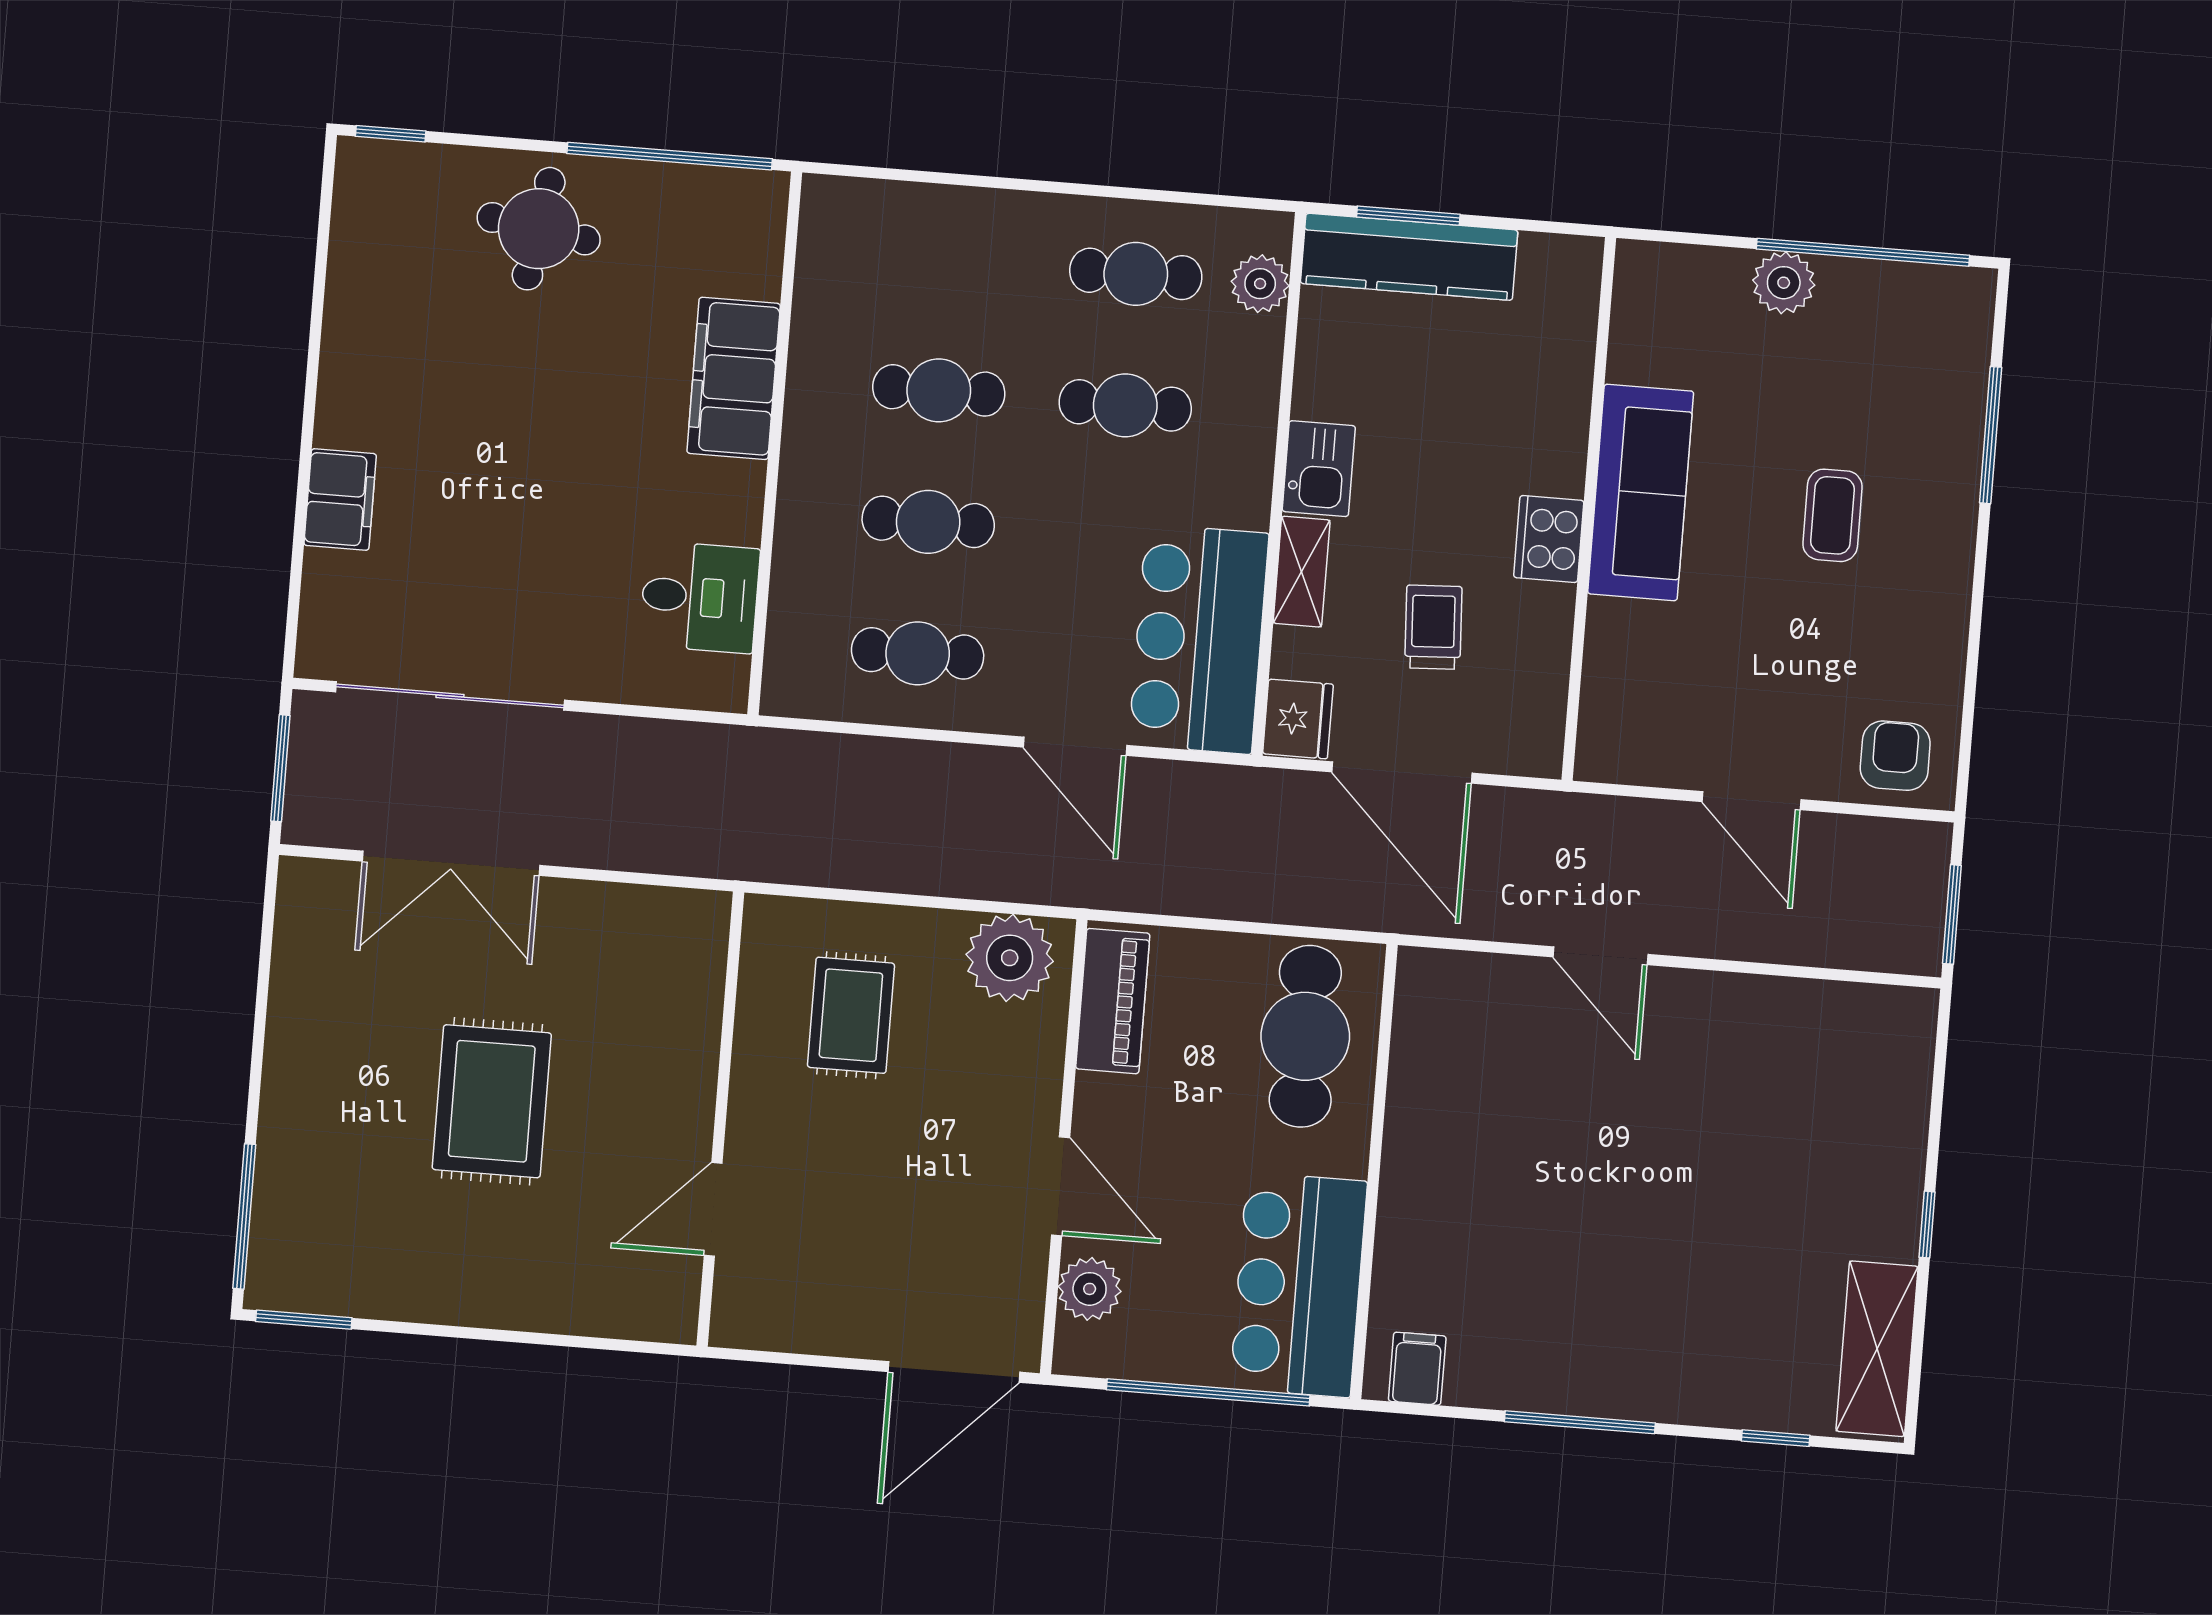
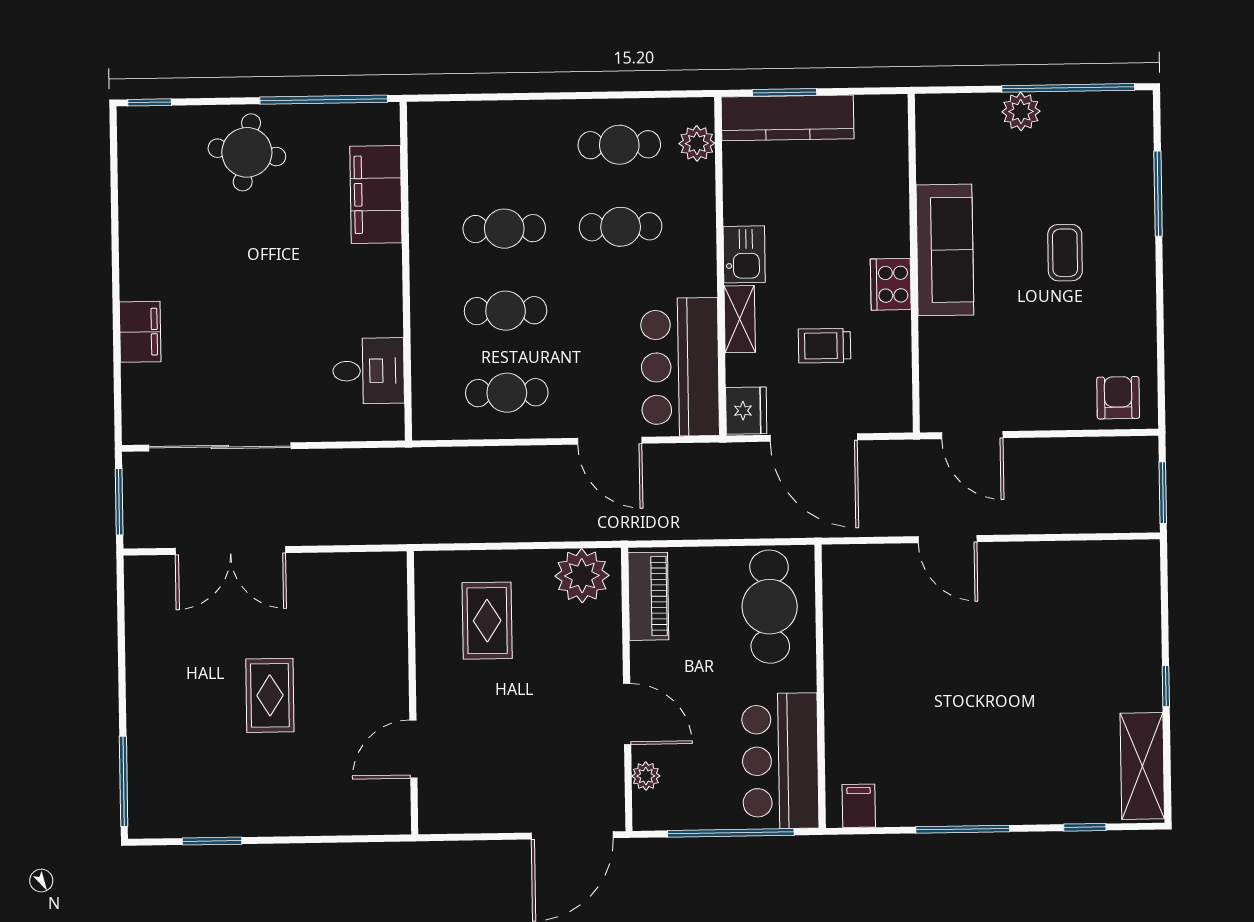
filing cabinet: (734, 378) -> (376, 195), moved
trolley: (1433, 627) -> (825, 346), turned -87
door: (1751, 801) -> (972, 435), moved
rug: (492, 1101) -> (270, 695), width x0.73, depth x0.70
plant: (1090, 1289) -> (646, 776), width x0.73, depth x0.73
window: (304, 1320) -> (212, 841), moved

